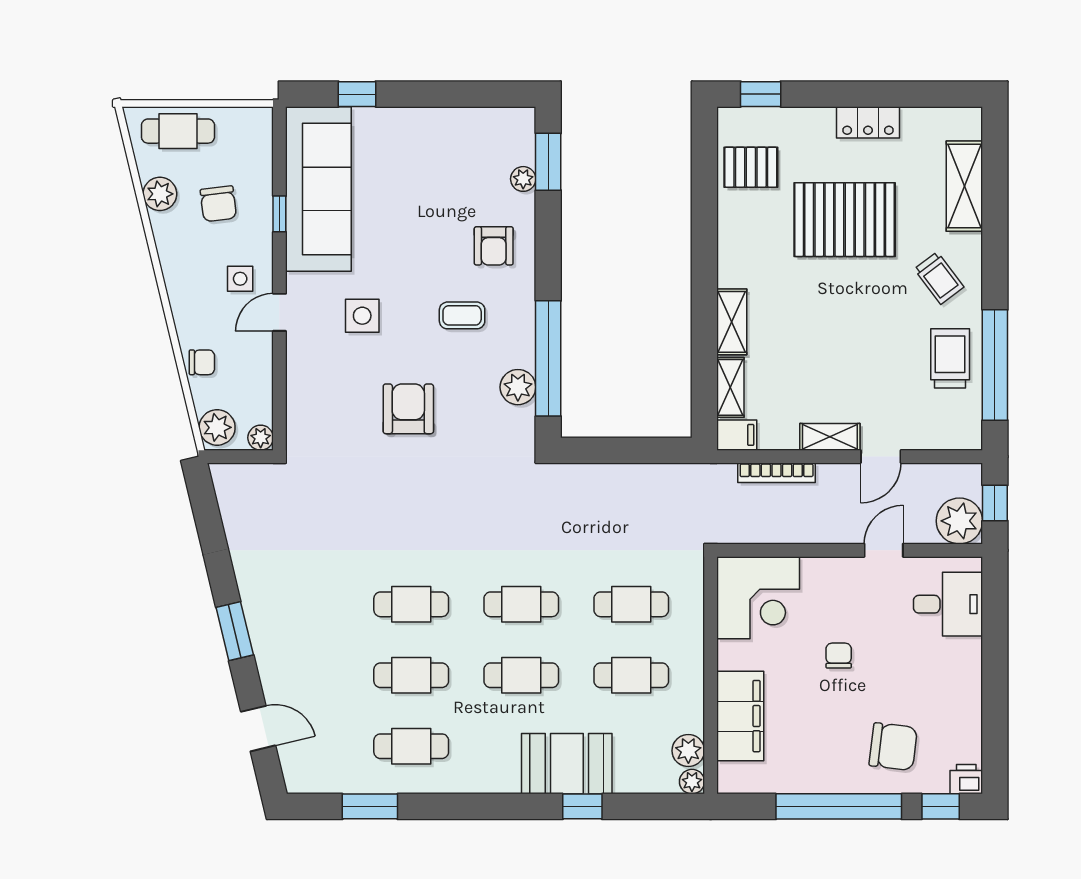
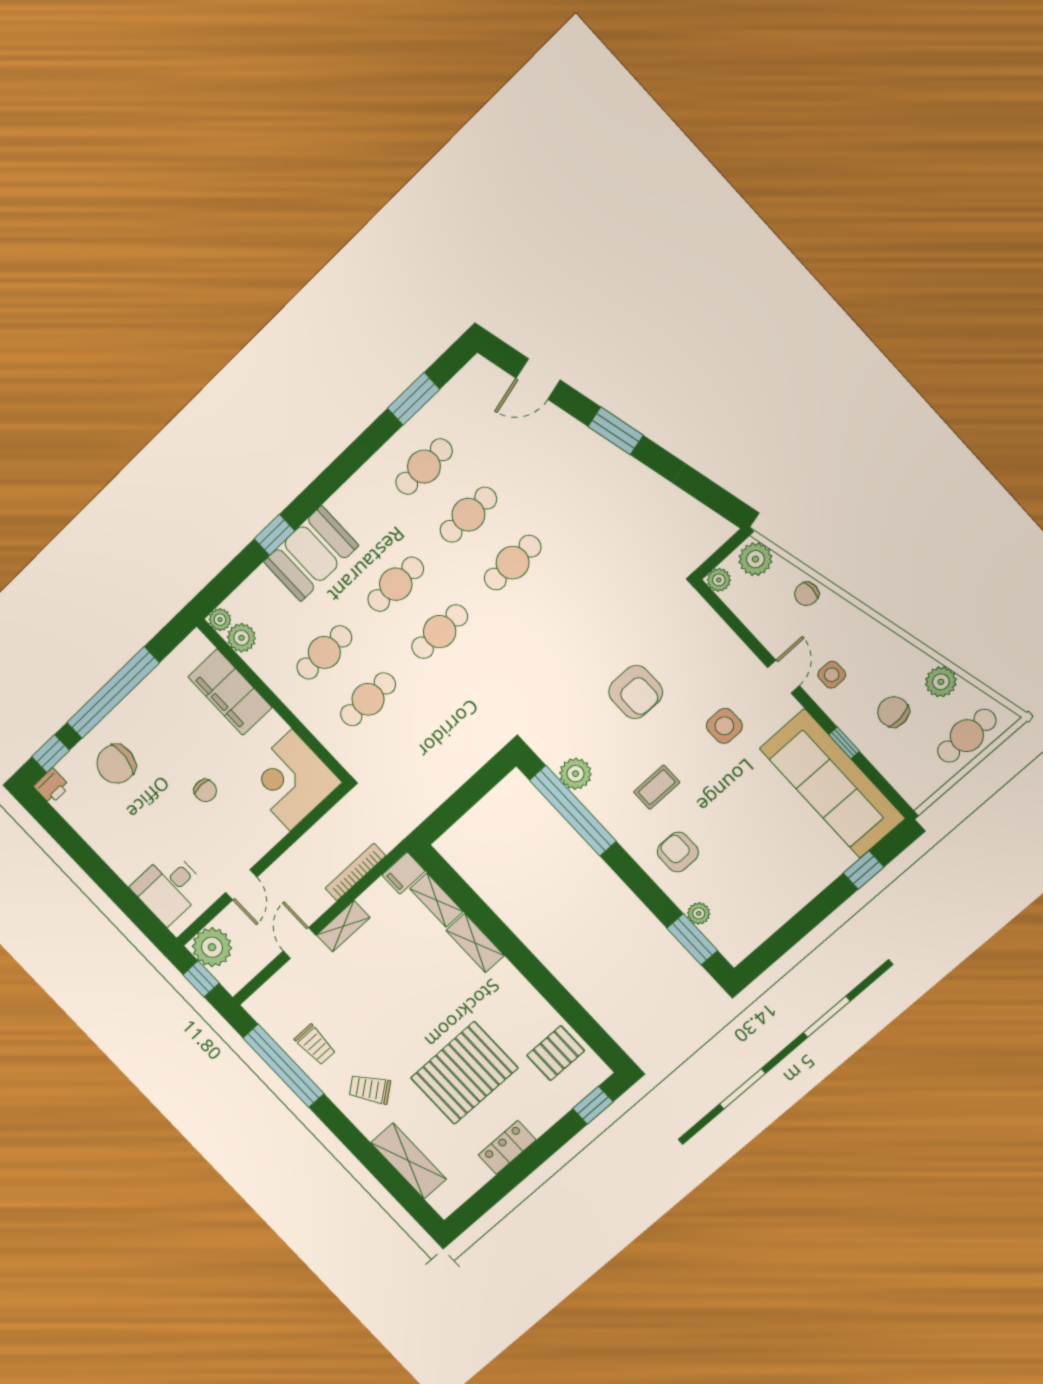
trolley: (950, 358) -> (315, 1045), width x0.73, depth x0.72

